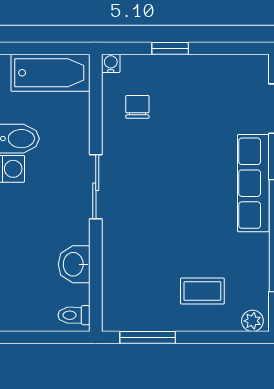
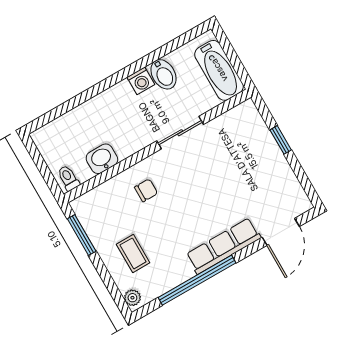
water cooler: (111, 63) -> (248, 107), removed
chair: (137, 107) -> (146, 190), moved
sliding door: (96, 187) -> (180, 133), moved

